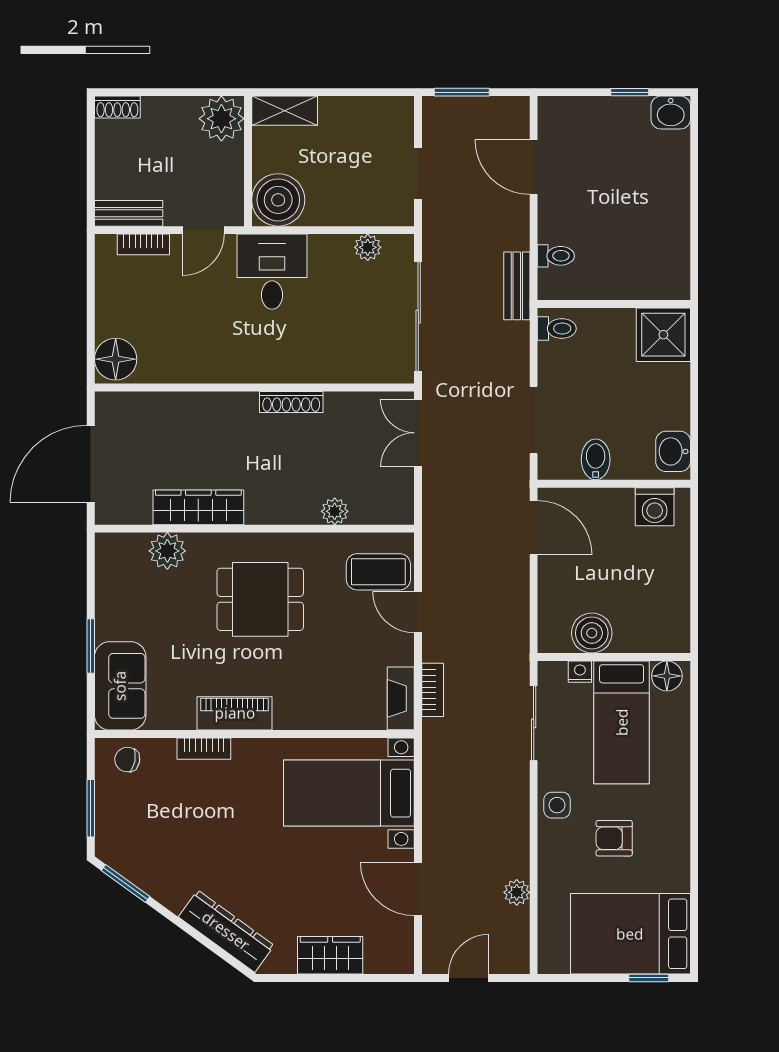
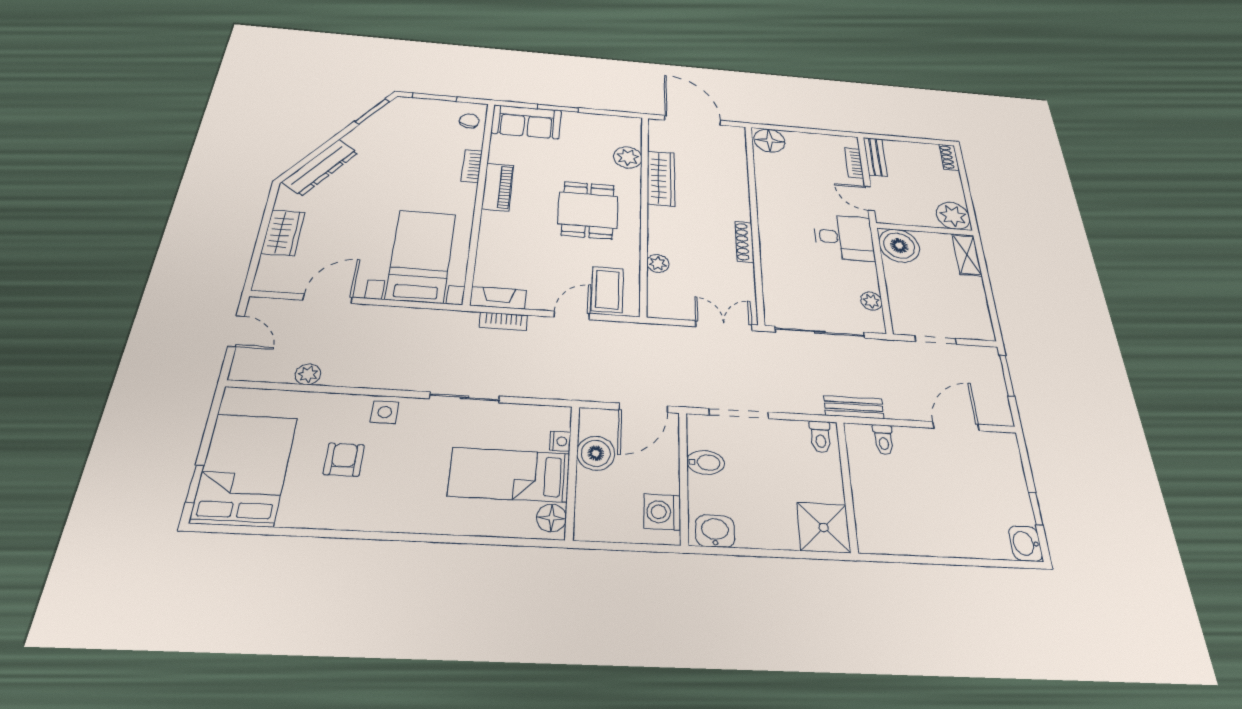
boiler: (592, 633) -> (596, 453), moved
wall: (614, 657) -> (572, 471), moved
nightstand: (580, 672) -> (560, 441), moved
floor lamp: (667, 676) -> (551, 518), moved
bed: (622, 722) -> (510, 475), moved

